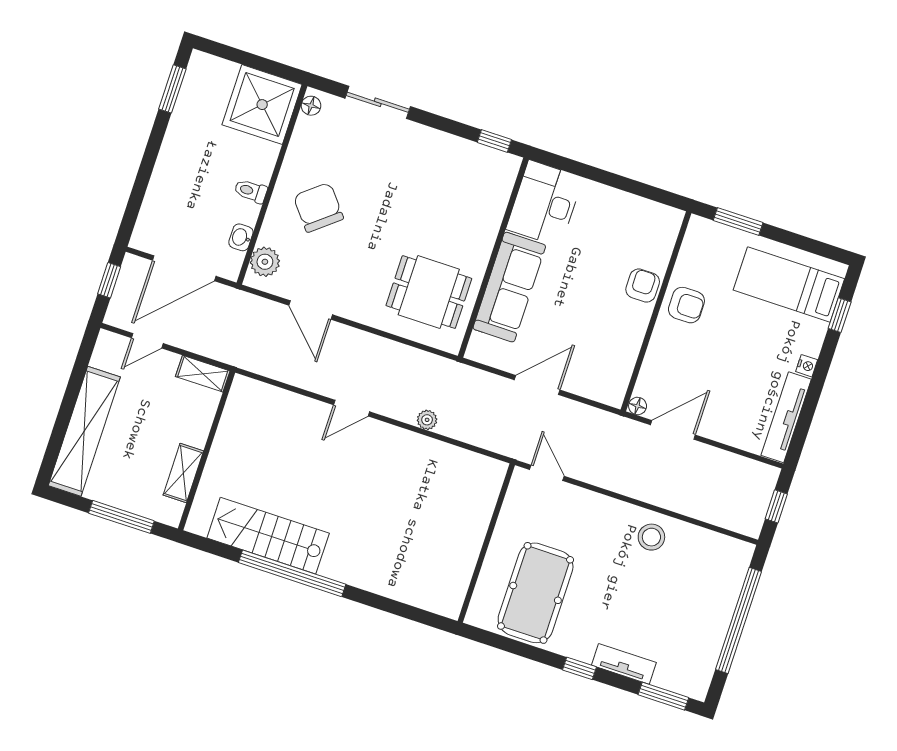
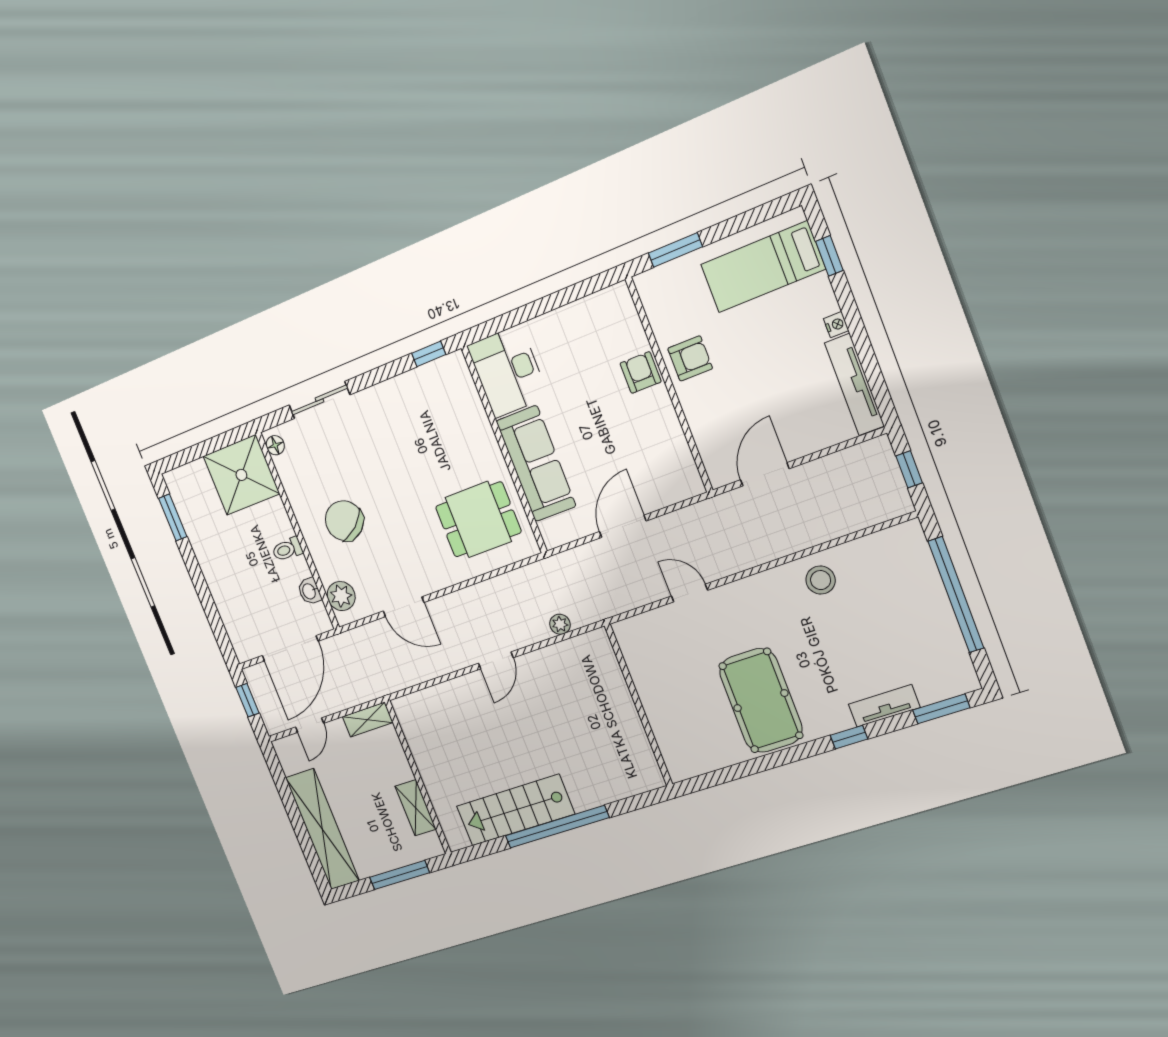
floor lamp: (638, 406) -> (719, 478), removed
wall: (486, 543) -> (639, 705), moved

